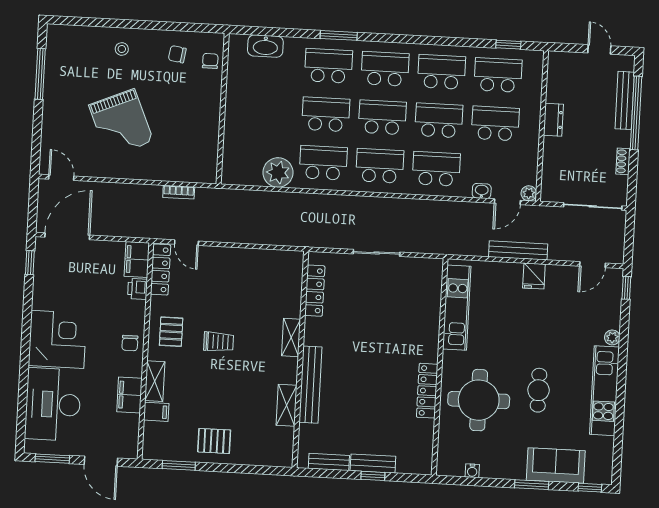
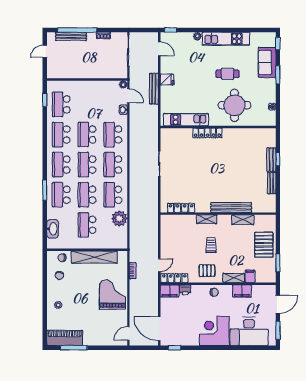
piano: (60, 58) -> (65, 338), added
dresser: (553, 120) -> (83, 74), removed
shelving: (208, 121) -> (94, 257), added
grand piano: (121, 123) -> (113, 295), moved, turned -67
school desk: (495, 123) -> (87, 225), moved
locker: (315, 291) -> (181, 208), moved
shelving: (291, 337) -> (207, 219), moved
wall: (300, 359) -> (218, 214), moved
bench: (310, 385) -> (231, 208), moved
locker: (427, 391) -> (207, 133), moved
shelving: (287, 405) -> (243, 220), moved
pallet: (214, 441) -> (264, 245), width x1.50, depth x1.42

